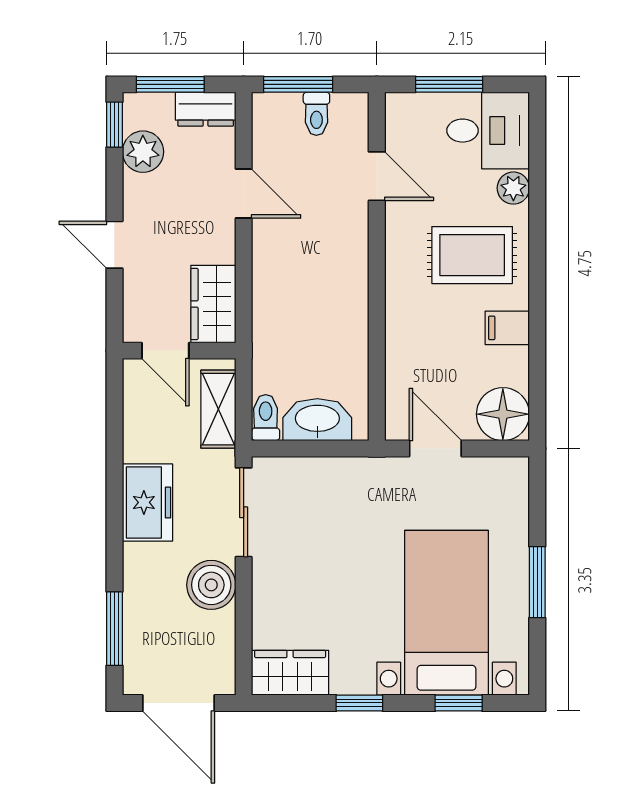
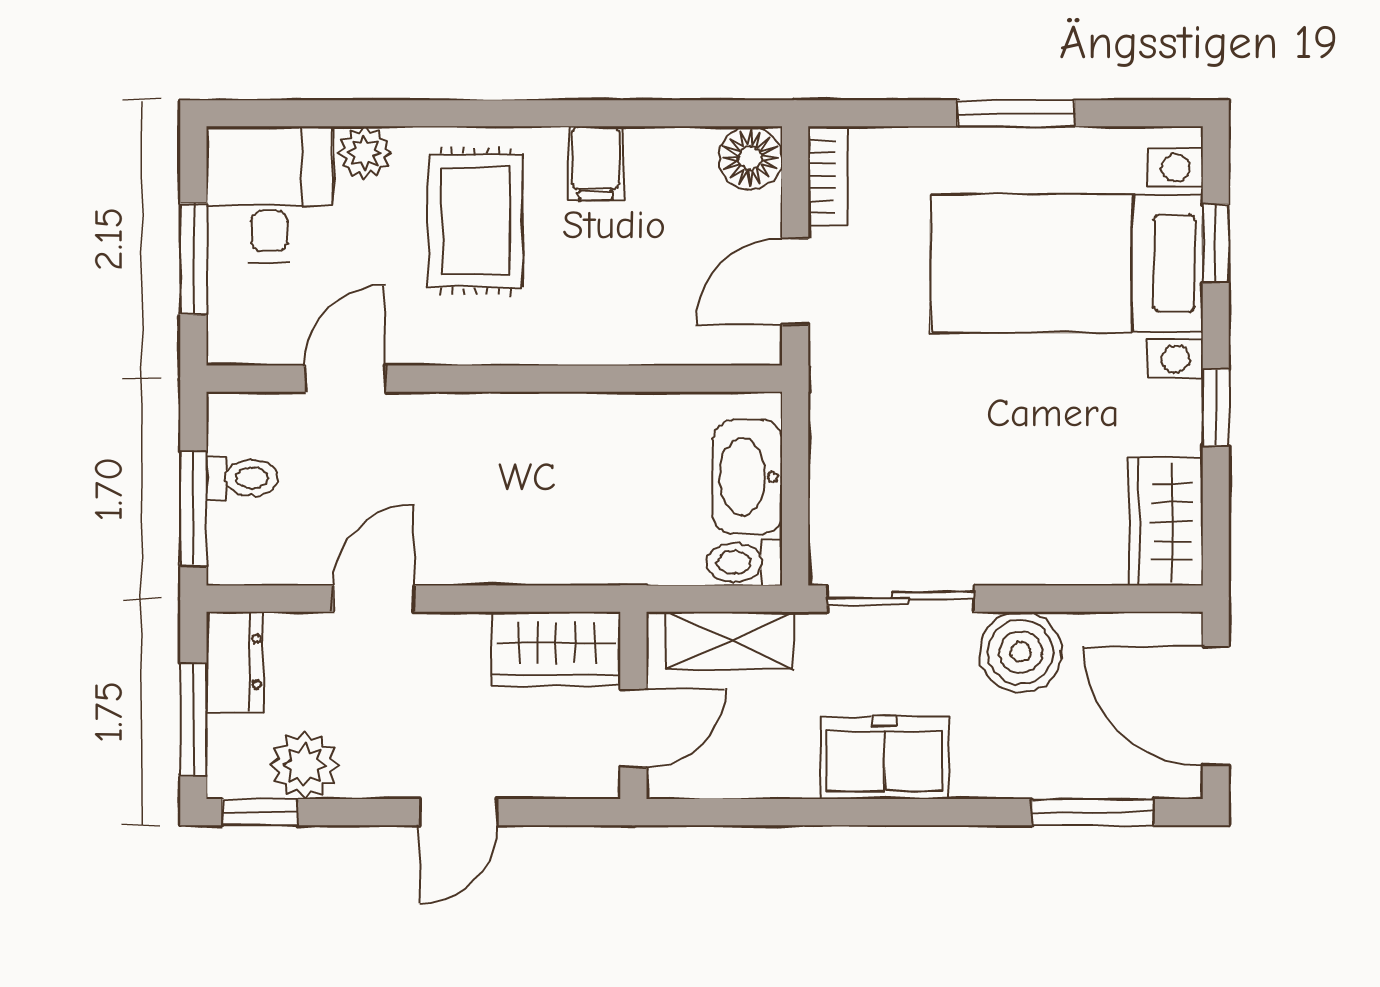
floor lamp: (503, 414) -> (750, 158), width x0.73, depth x0.73
bookcase: (499, 468) -> (828, 176), added
door: (179, 703) -> (1216, 706), swing flipped

